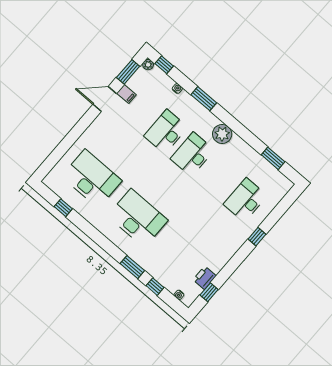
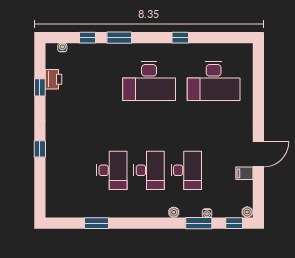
window: (128, 72) -> (258, 192), removed
window: (204, 99) -> (199, 223), moved
plant: (222, 134) -> (174, 212), moved, width x0.53, depth x0.53
window: (273, 158) -> (97, 223), moved
desk: (245, 200) -> (112, 170), moved
window: (63, 208) -> (180, 38), moved
window: (209, 292) -> (40, 87), moved

